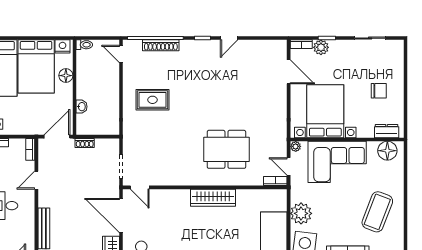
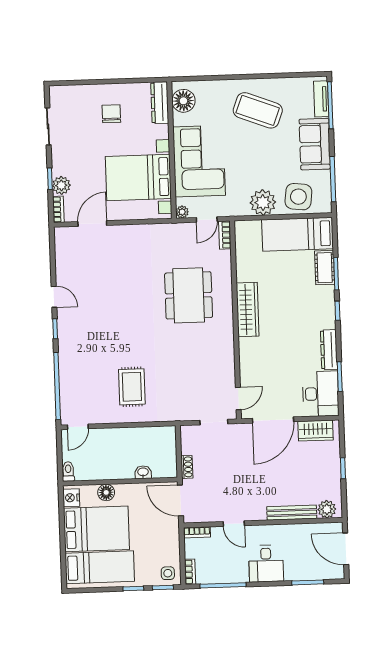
shoe rack: (161, 45) -> (66, 379), removed
dresser: (387, 131) -> (160, 103), width x1.44

